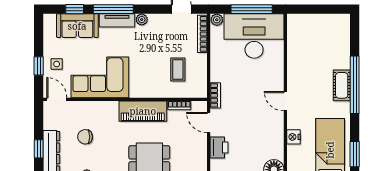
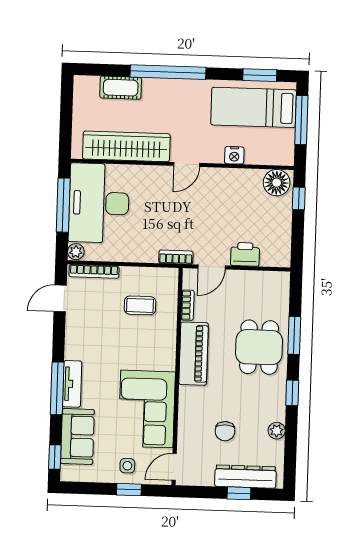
window: (75, 9) -> (55, 457), moved
plant: (142, 20) -> (72, 351), removed
wardrobe: (297, 55) -> (126, 146), added
cot: (342, 85) -> (121, 88), moved

